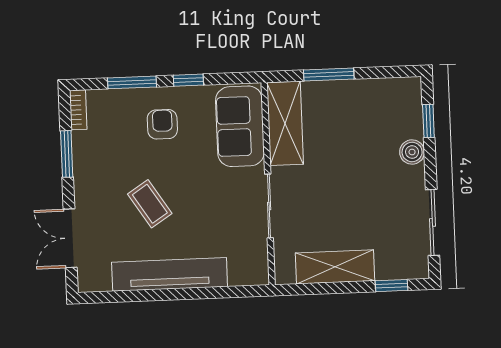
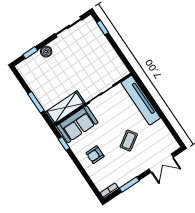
window: (188, 80) -> (64, 144), moved
window: (132, 82) -> (86, 176), removed
shelving: (335, 267) -> (109, 54), removed
tv unit: (170, 274) -> (141, 100), moved

